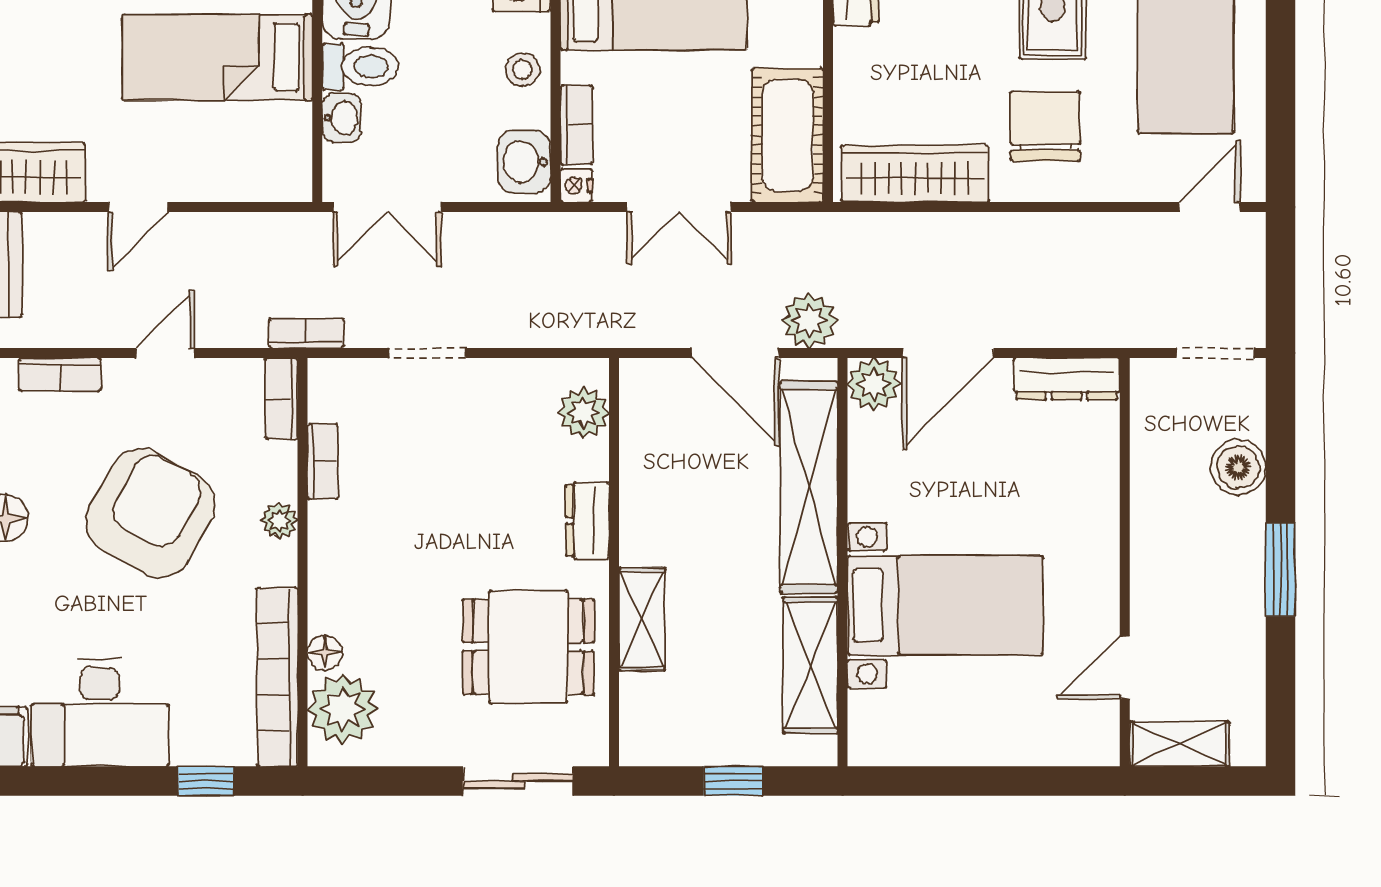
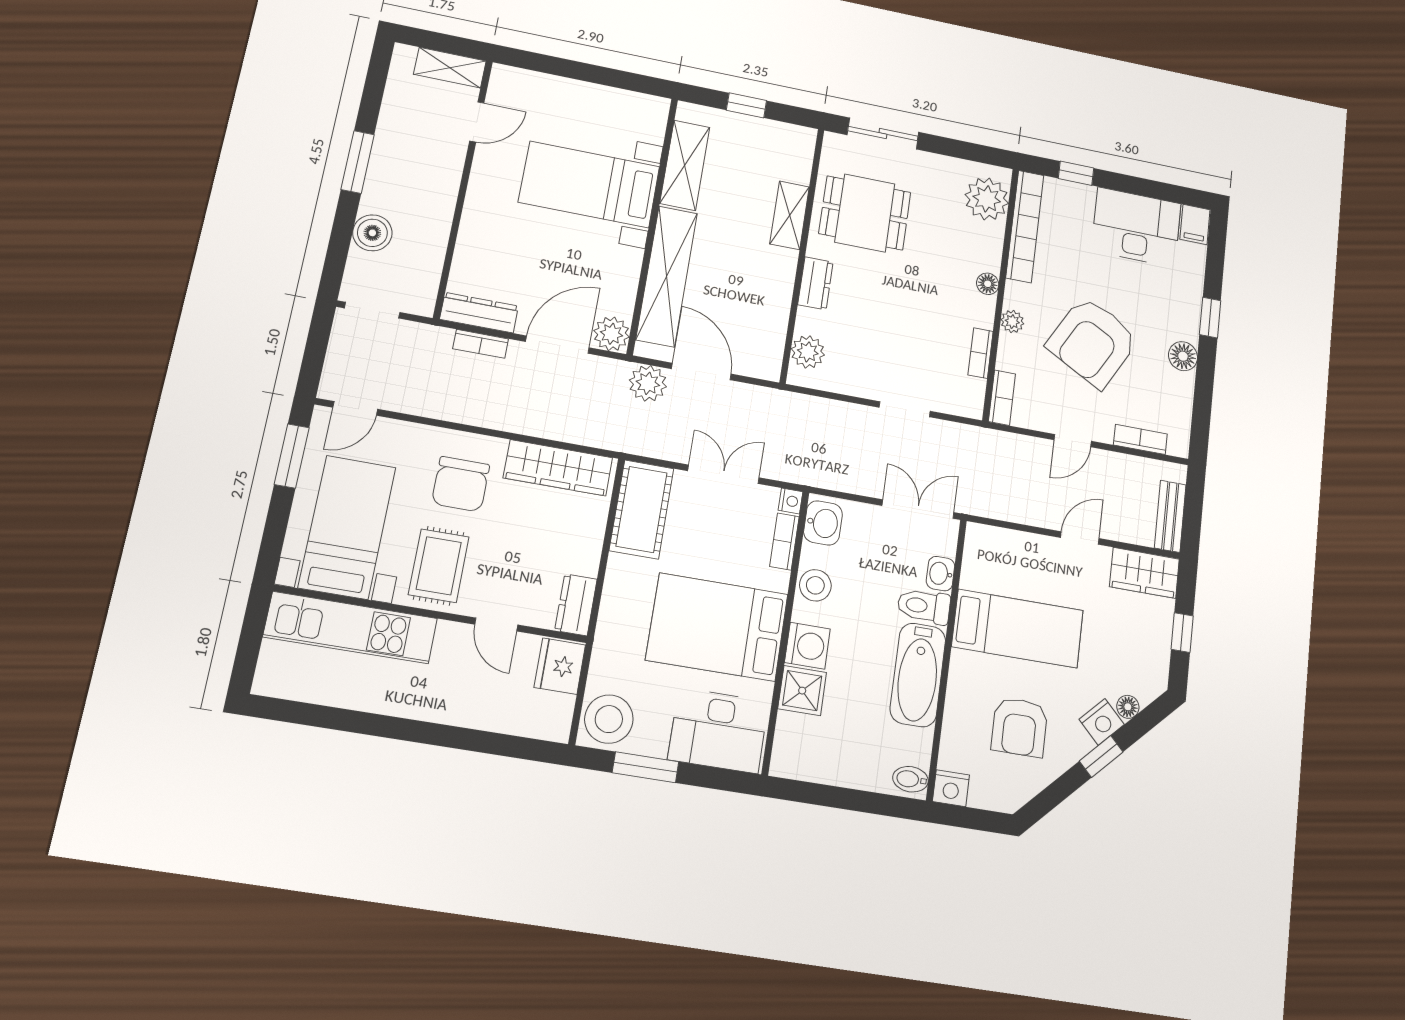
stool: (522, 70) -> (815, 585), width x1.37, depth x1.37
window: (1280, 124) -> (292, 456), added
bookcase: (306, 333) -> (481, 344), moved
floor lamp: (325, 653) -> (988, 284), moved

